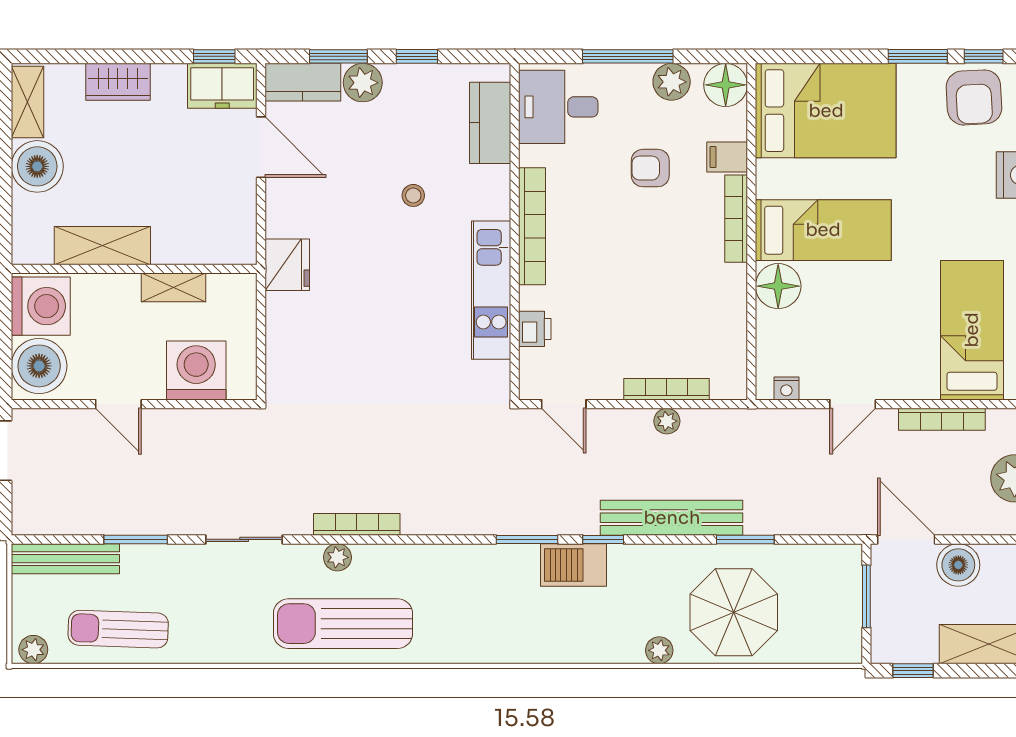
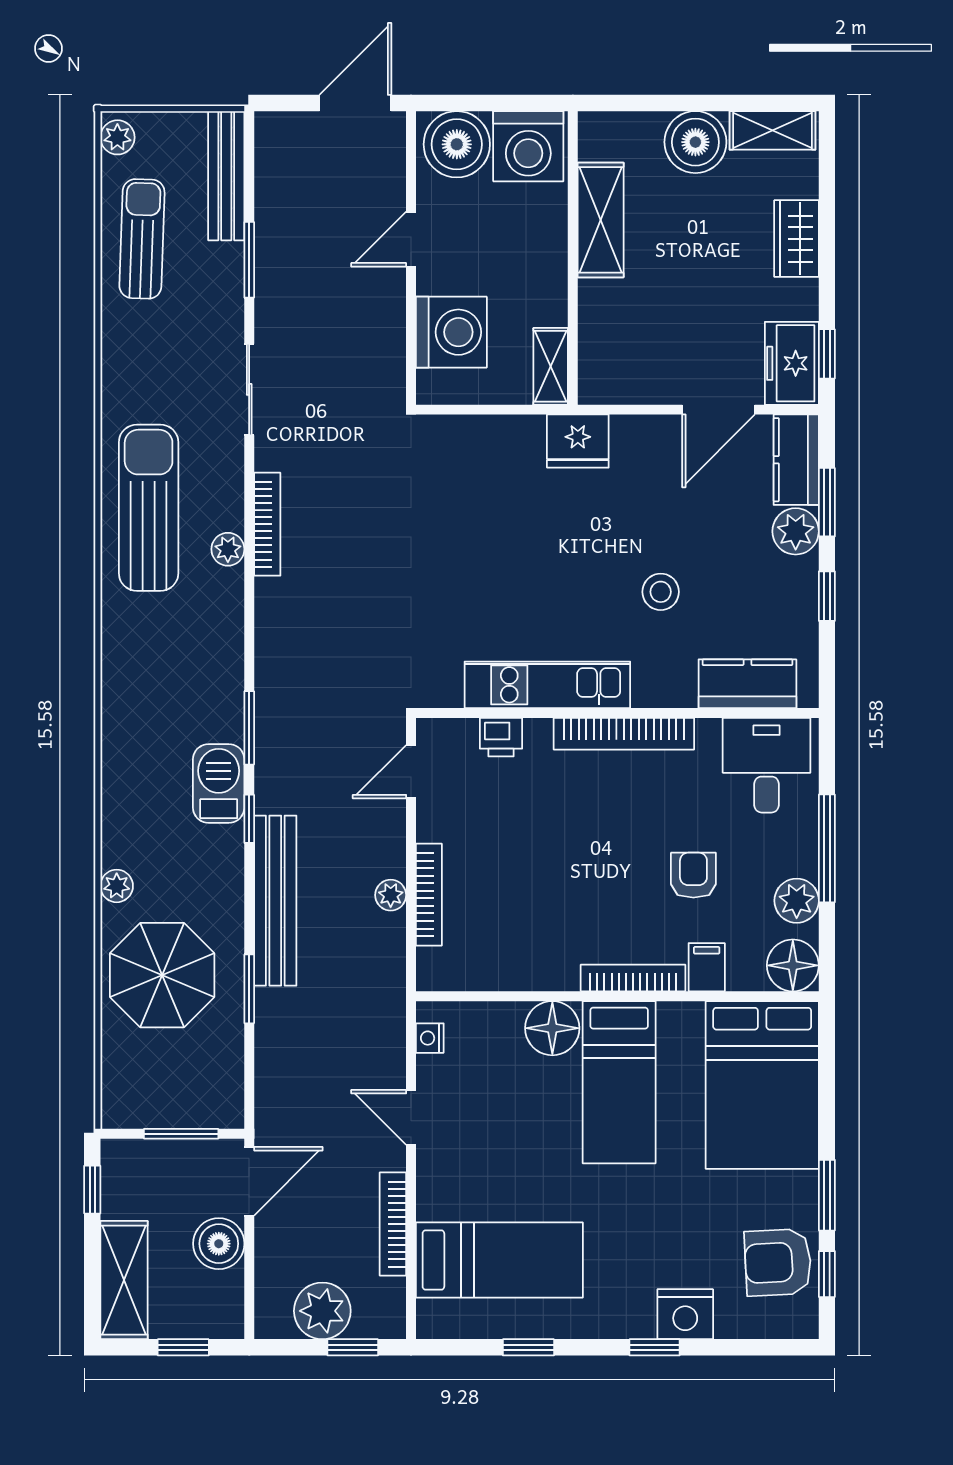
stool: (413, 195) -> (661, 592), width x1.37, depth x1.37
shelving: (173, 287) -> (551, 366), moved
plant: (337, 557) -> (228, 549), moved

